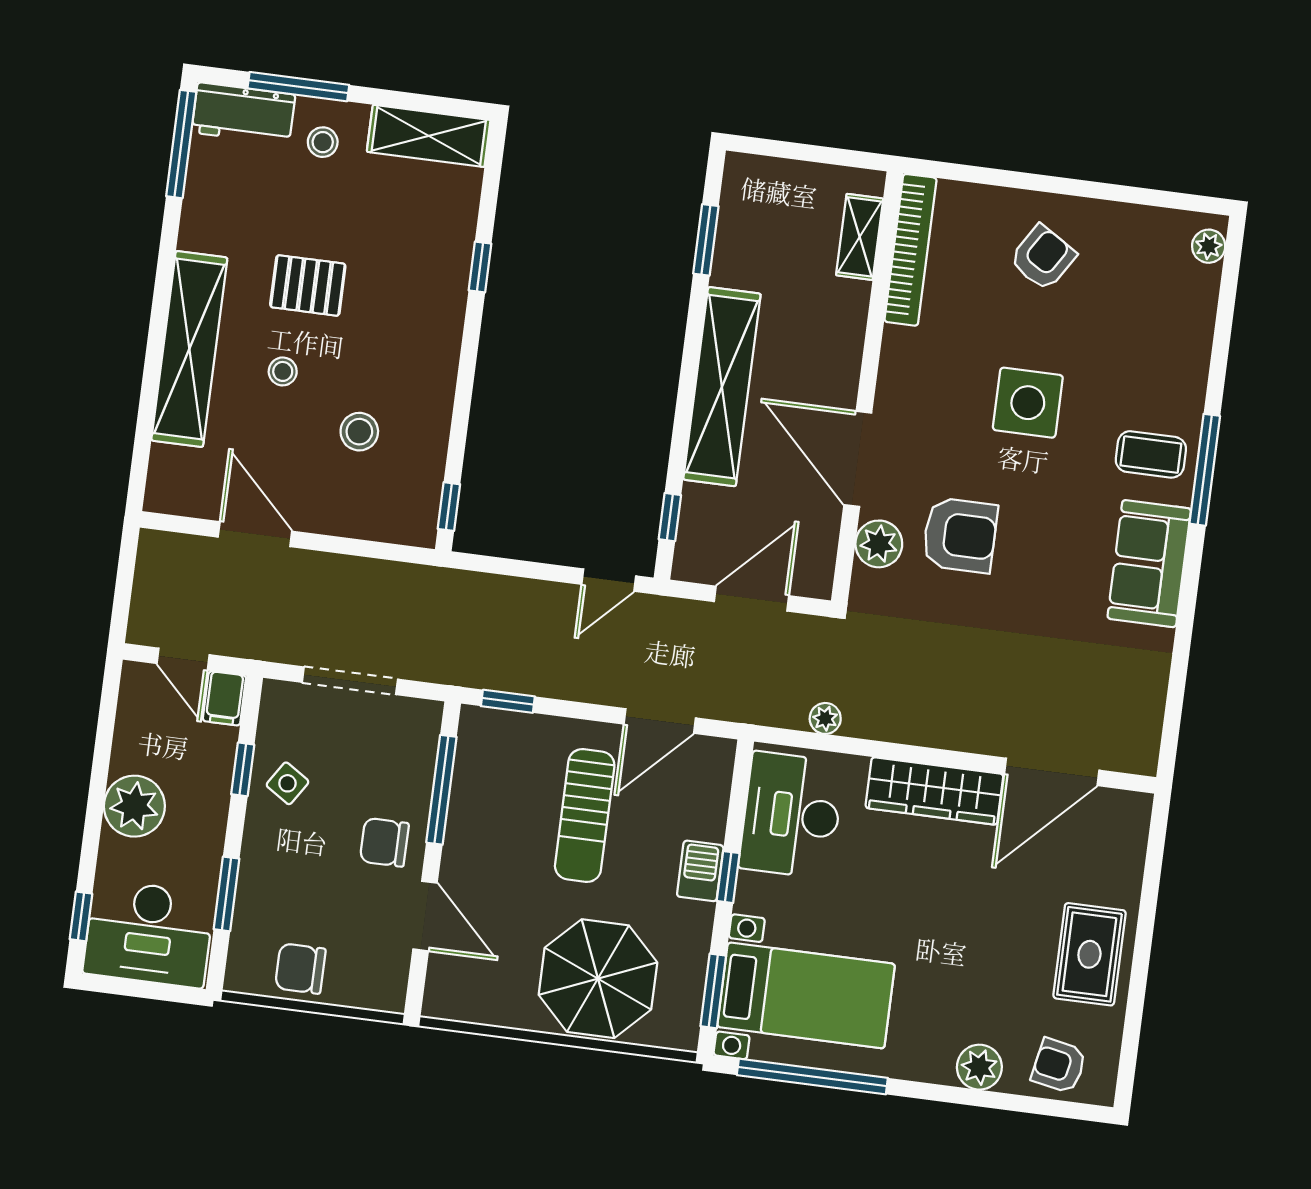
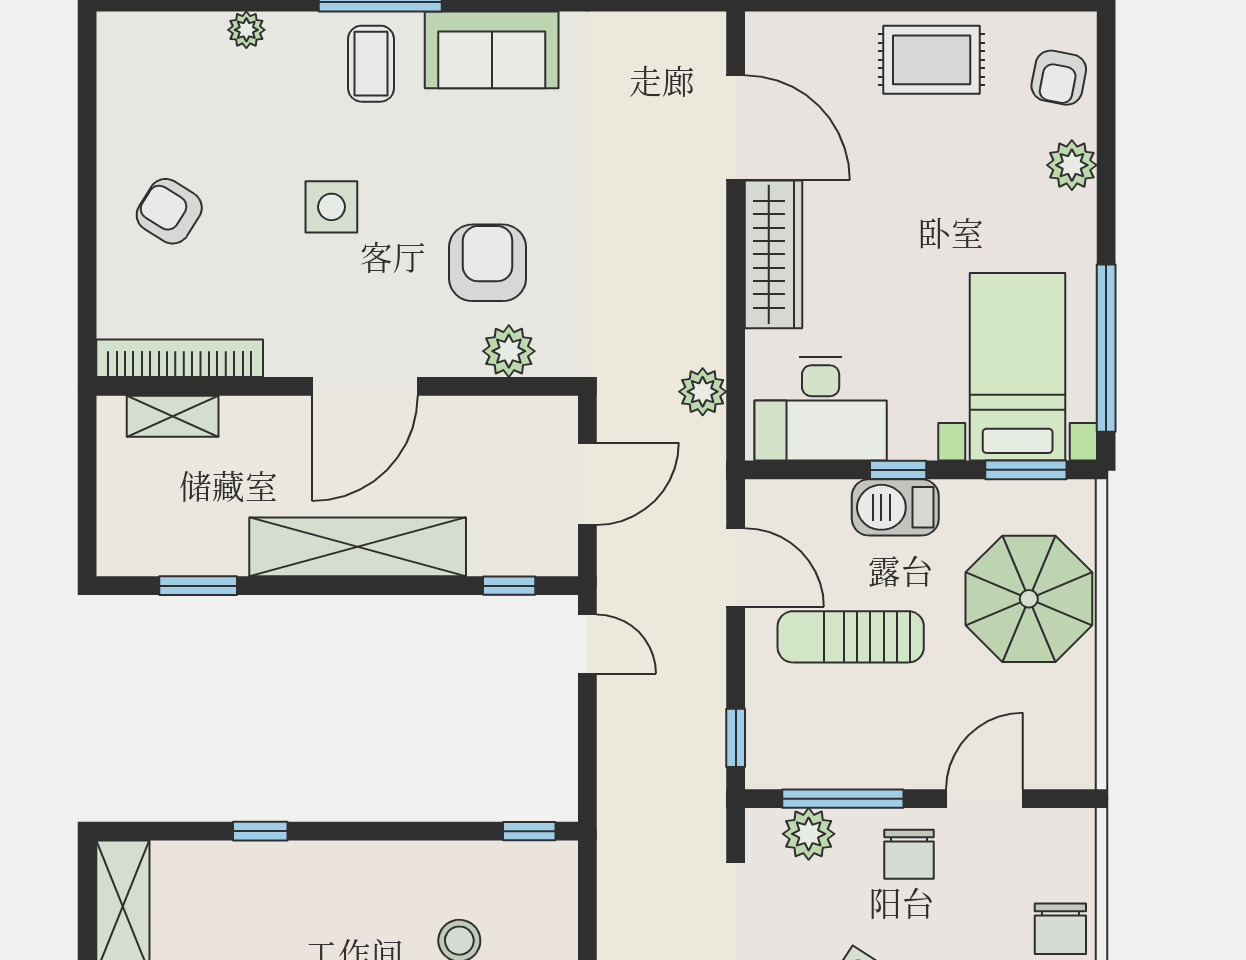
plant: (1209, 246) -> (246, 30), moved
side table: (1028, 403) -> (331, 207), width x0.73, depth x0.73
door: (858, 459) -> (365, 386), moved
door: (751, 599) -> (587, 484), swing flipped
plant: (825, 718) -> (703, 392), width x1.38, depth x1.38
plant: (414, 755) -> (809, 834), added
sun lounger: (585, 815) -> (851, 637), turned 180
barbecue: (700, 871) -> (895, 507), width x1.38, depth x1.27

